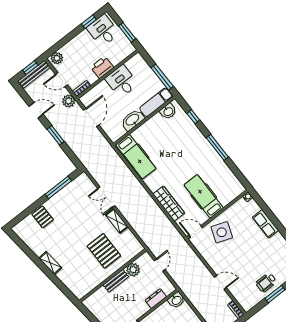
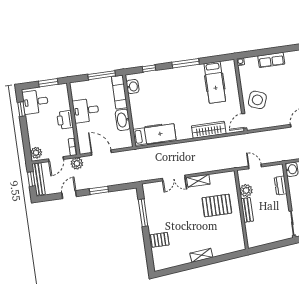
hospital bed: (204, 196) -> (215, 82), moved, turned -90

